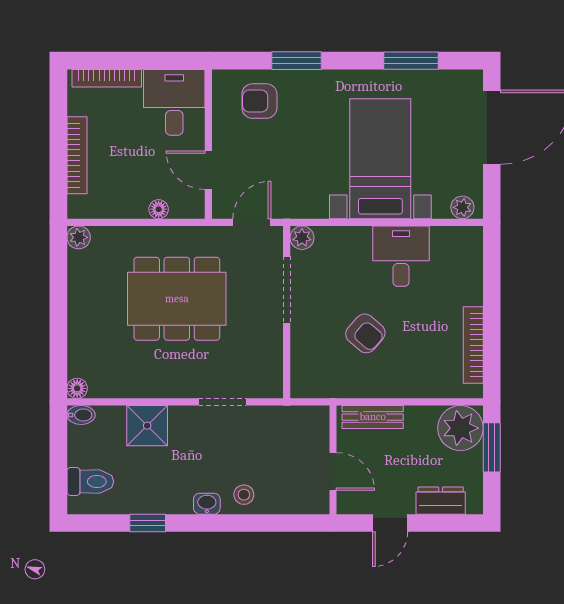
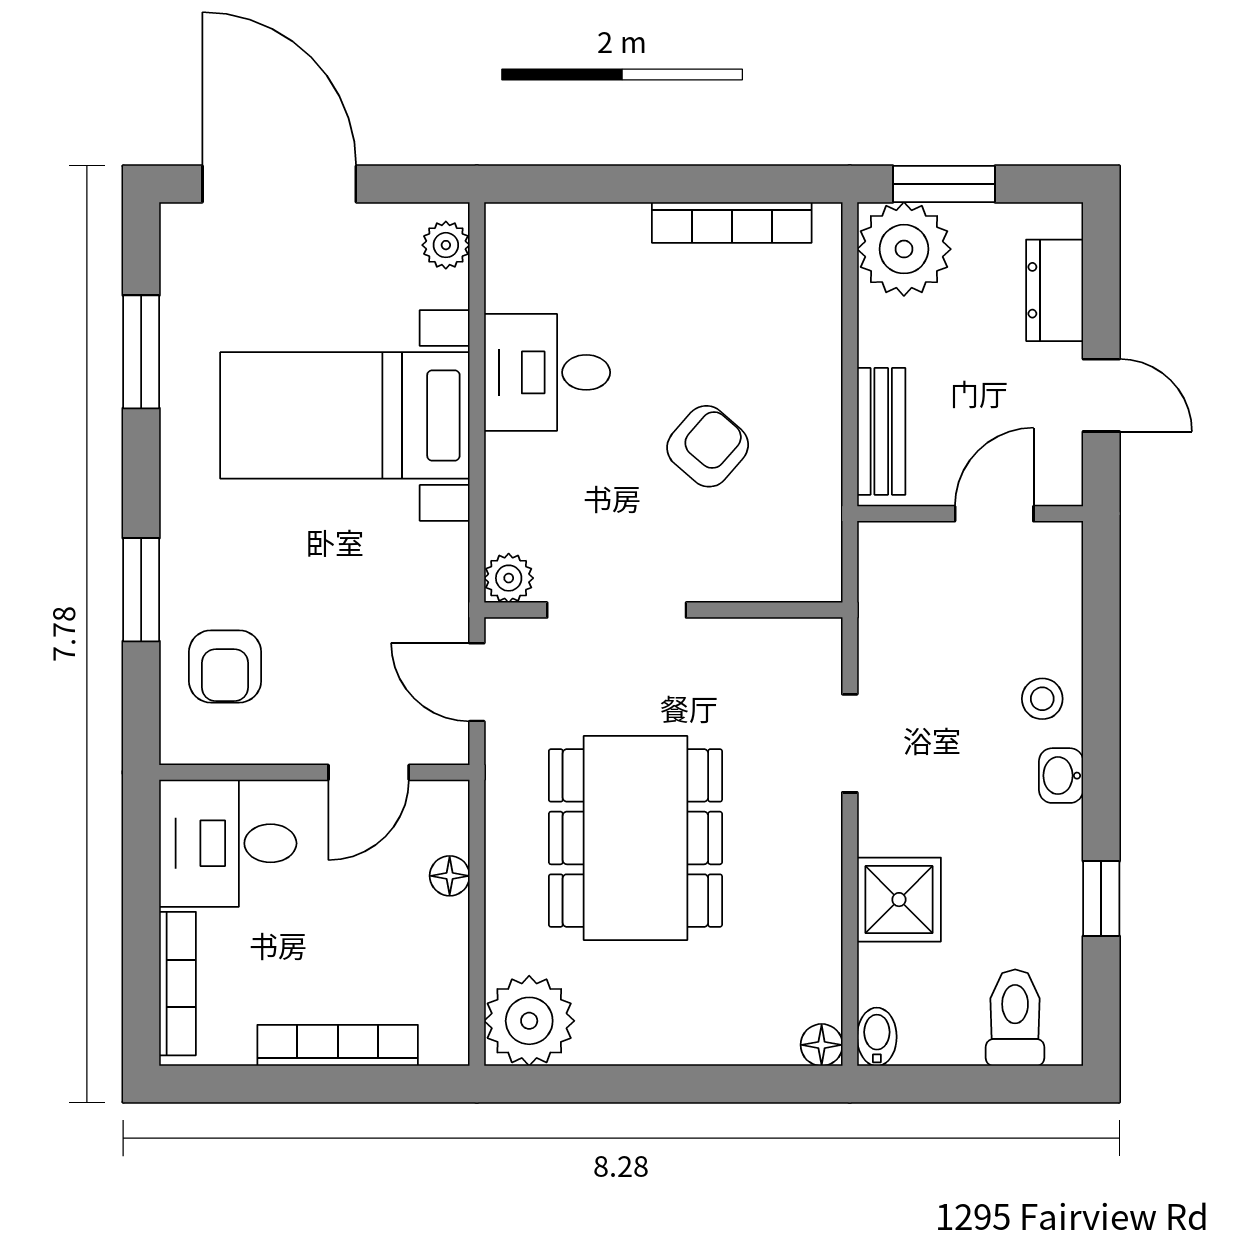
plant: (79, 237) -> (529, 1021), width x1.88, depth x1.88

